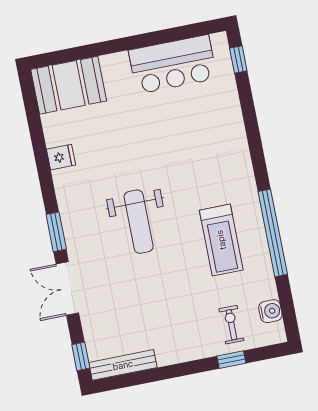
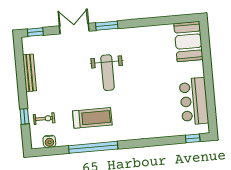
fridge: (61, 157) -> (148, 33), removed
weight bench: (139, 222) -> (108, 73), turned -90
treadmill: (221, 240) -> (92, 118), turned 180
bench: (123, 365) -> (30, 73), moved

